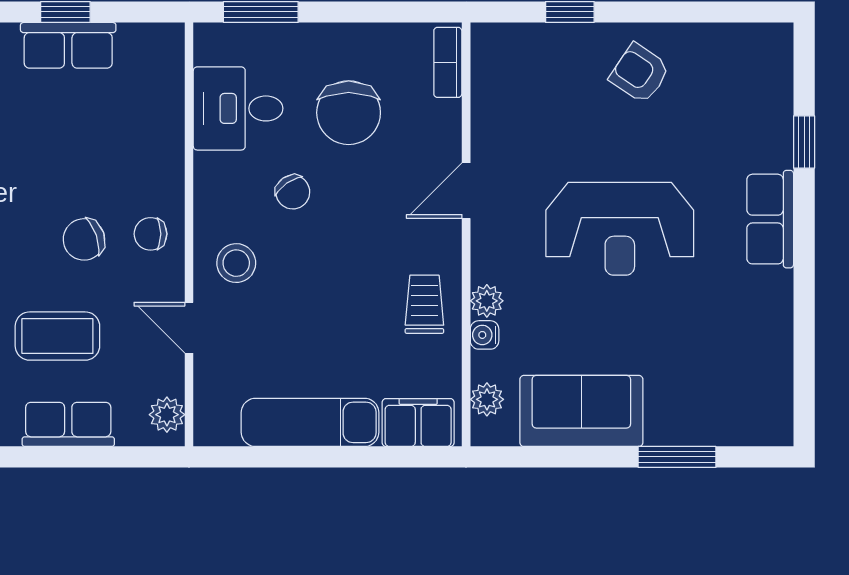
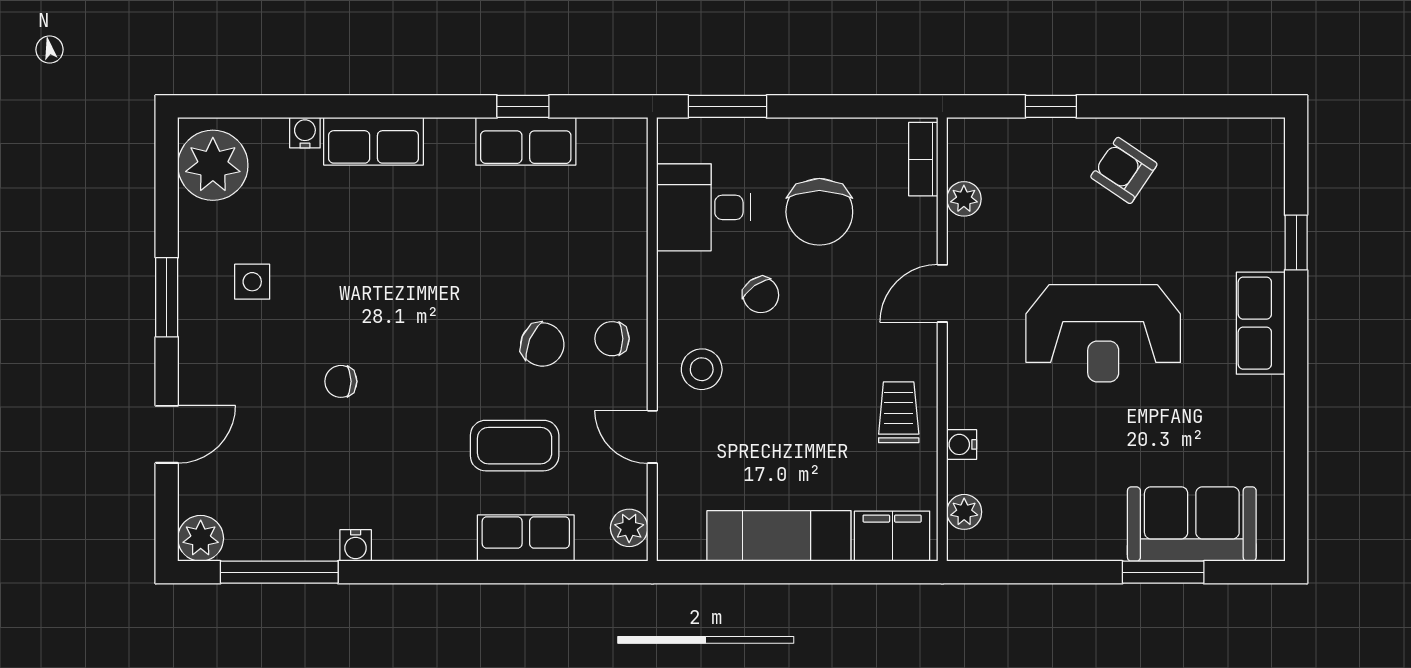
chair: (84, 239) -> (542, 344), turned -138
plant: (487, 301) -> (964, 199), moved
sofa: (581, 411) -> (1192, 524), moved

